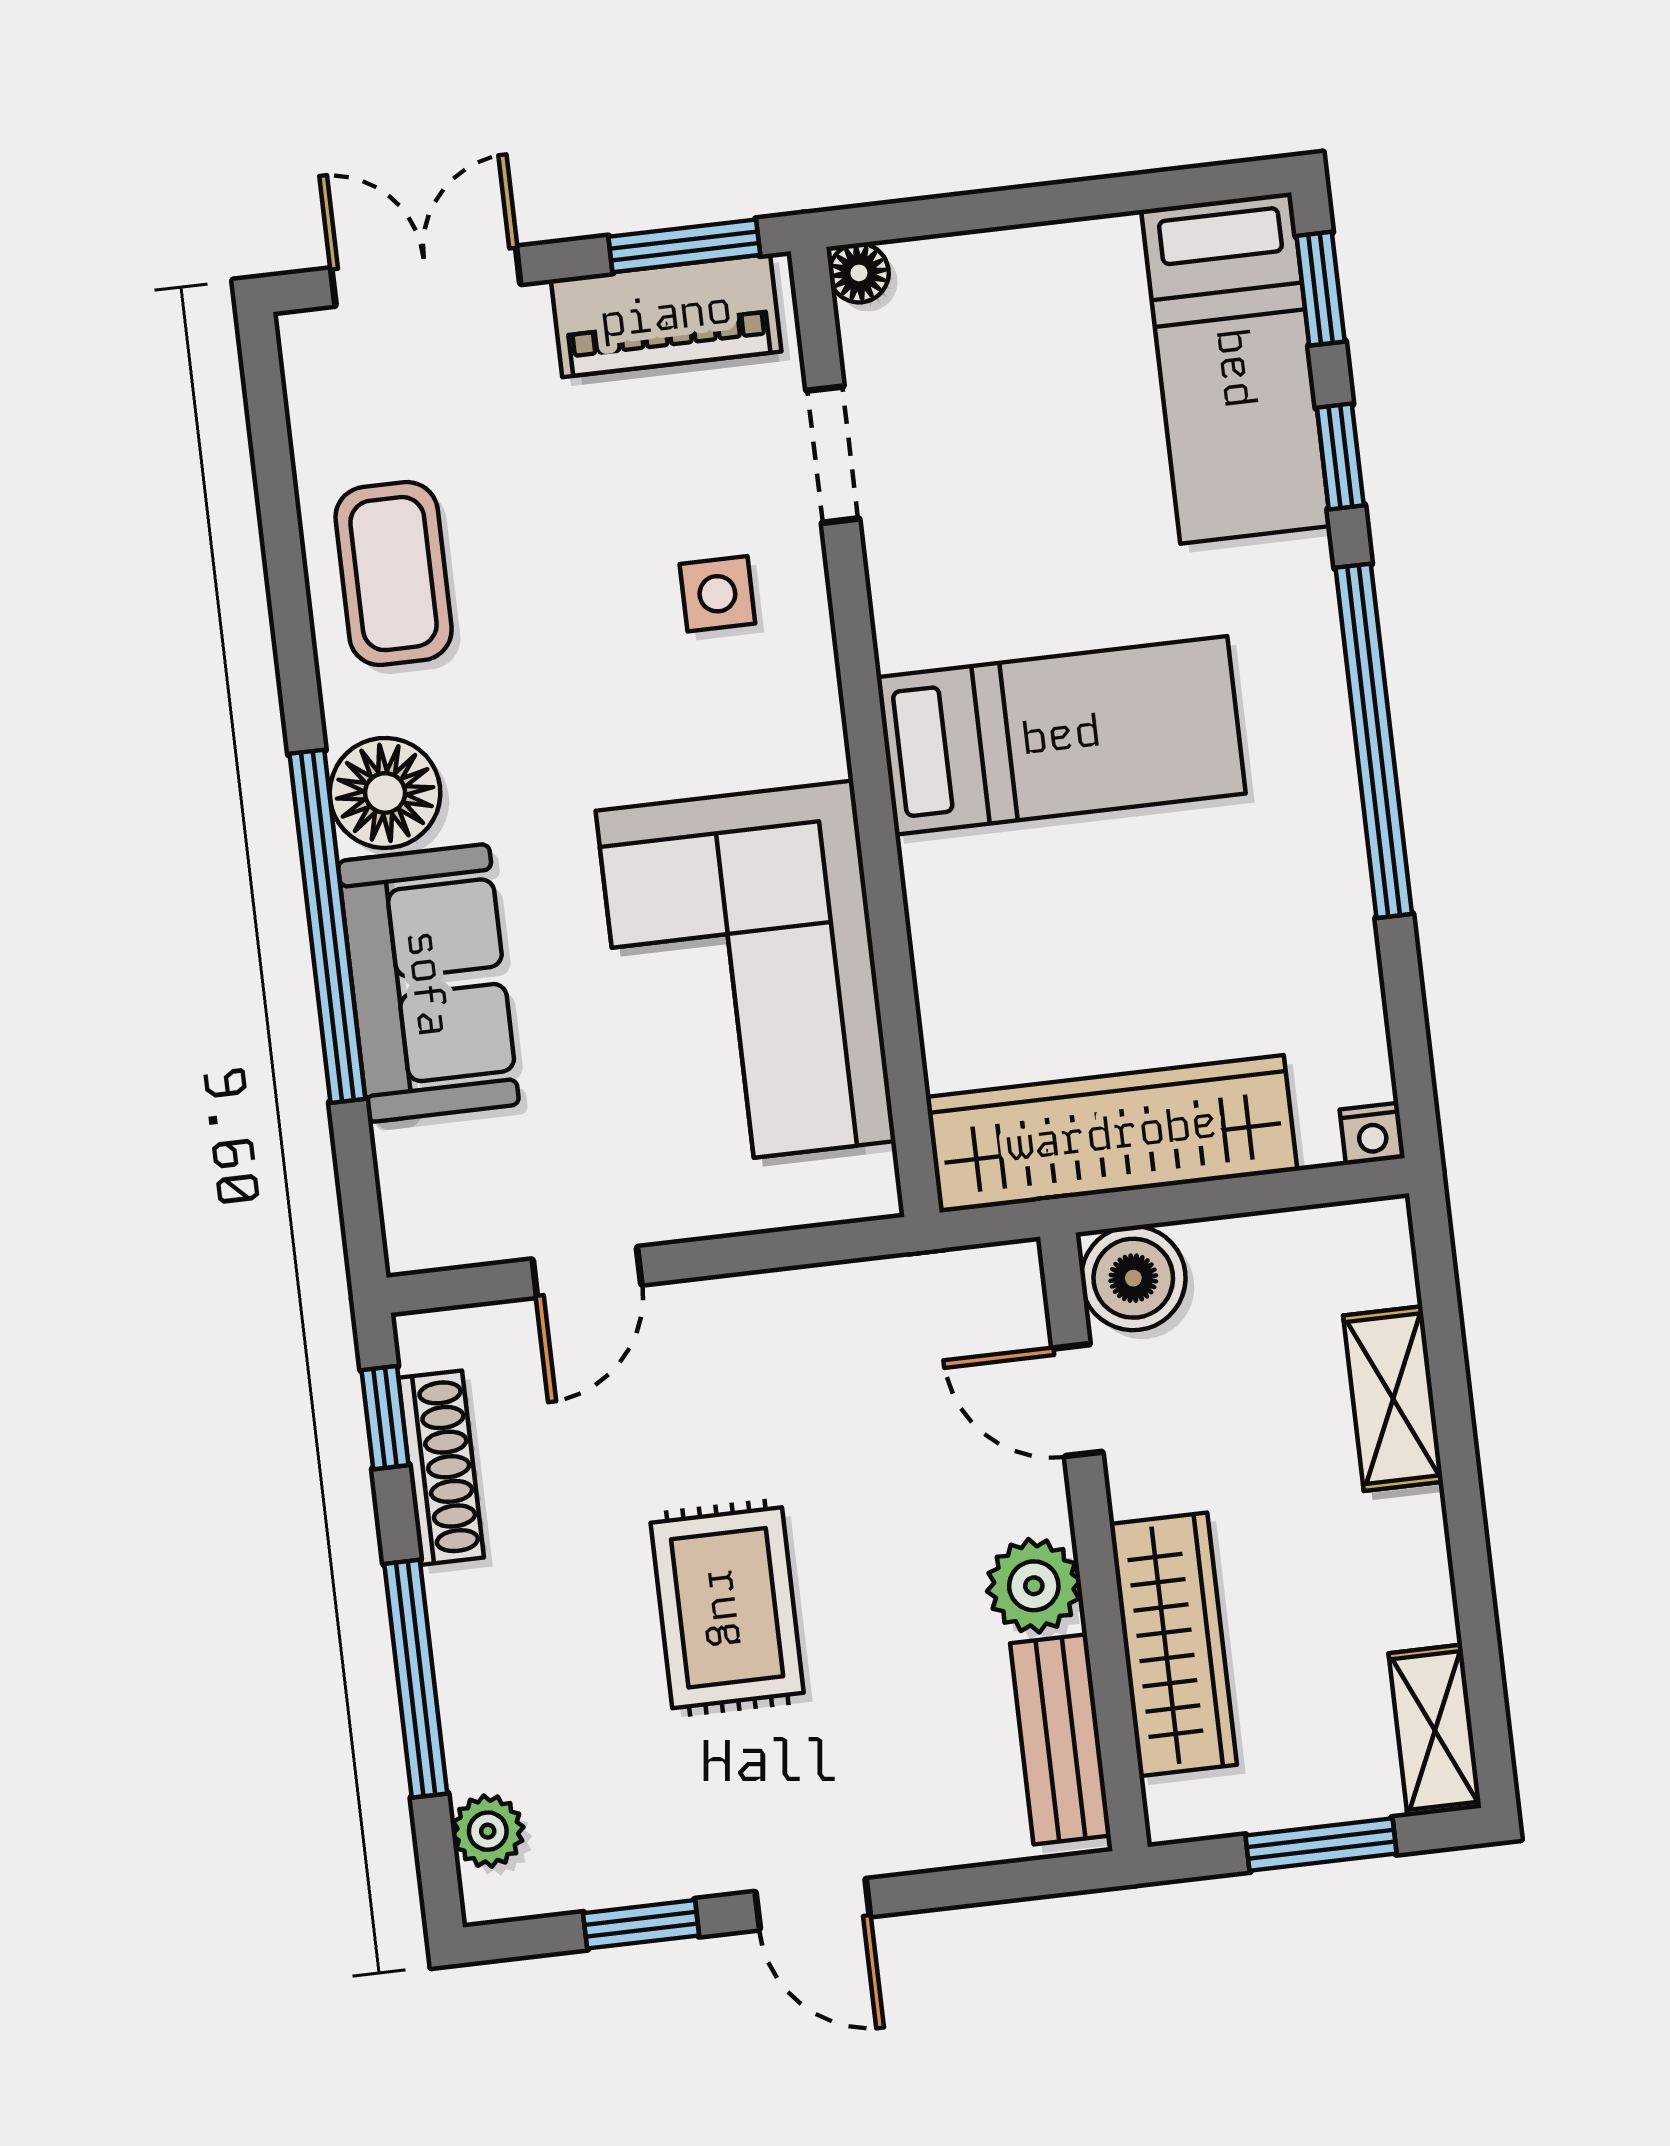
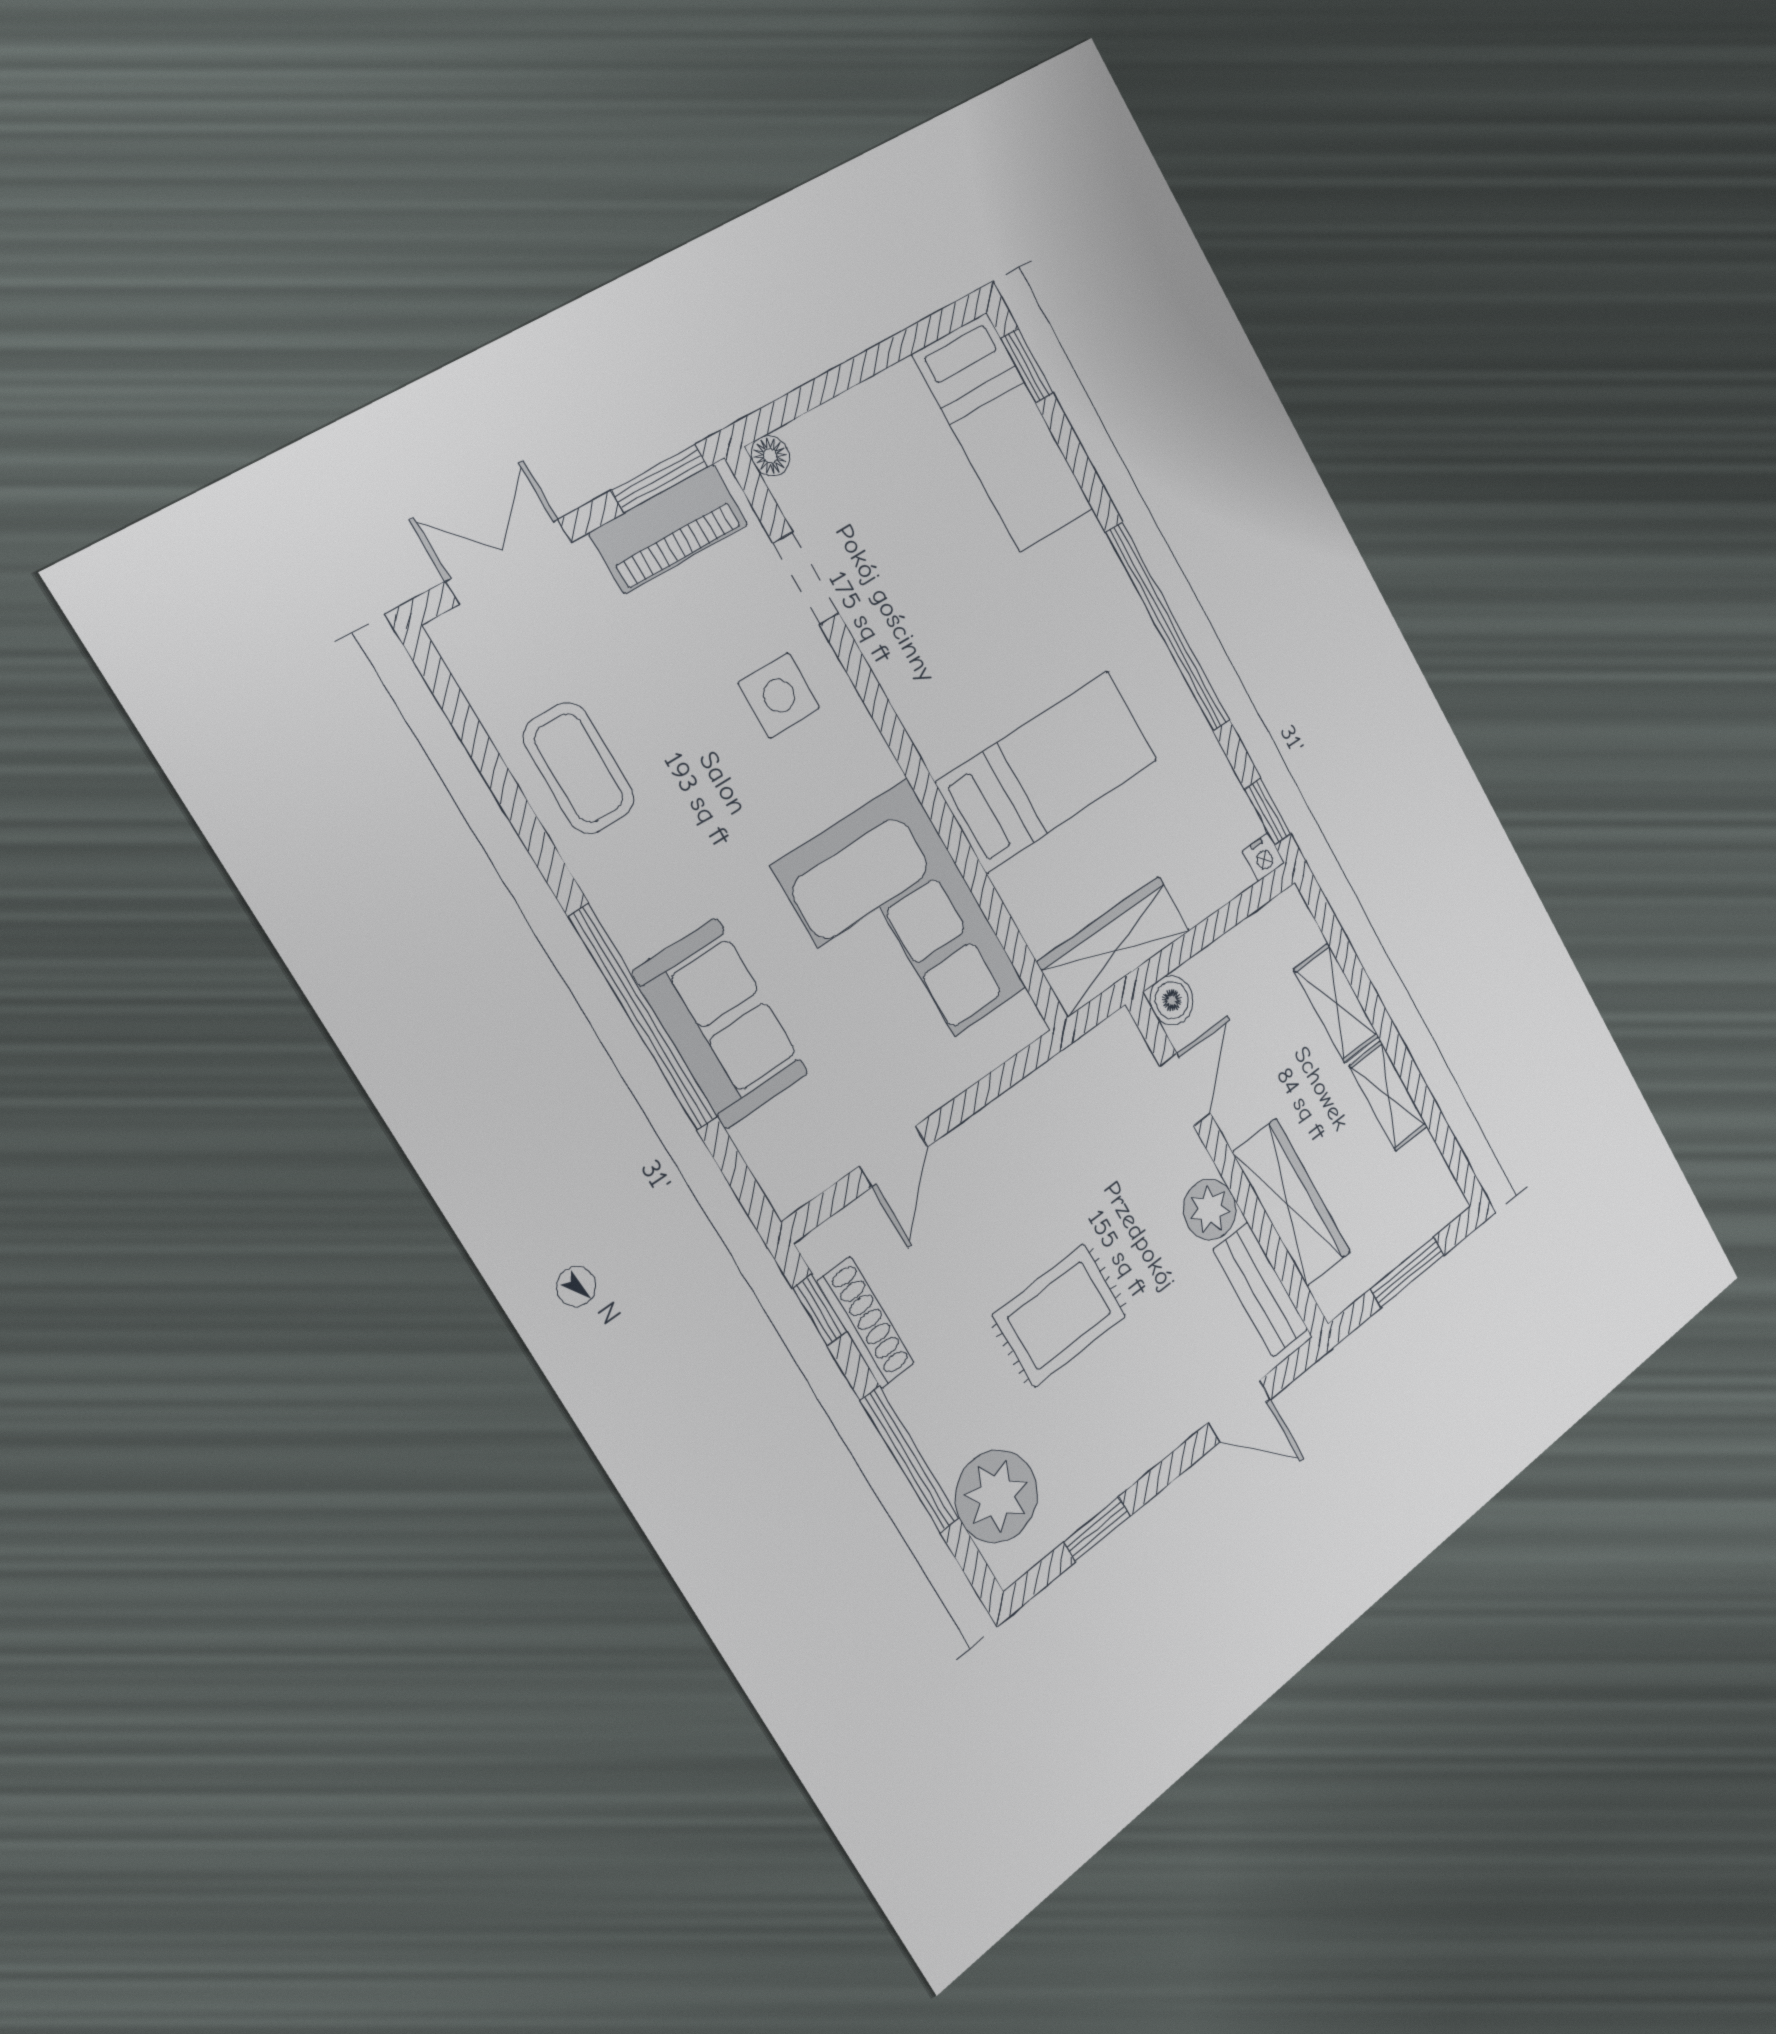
window: (1340, 457) -> (1268, 812), moved
side table: (717, 594) -> (779, 696), width x1.37, depth x1.37
bed: (1061, 735) -> (1048, 771), moved
floor lamp: (385, 793) -> (639, 914), removed
wardrobe: (1112, 1134) -> (1114, 946), width x0.71, depth x0.85
boiler: (1133, 1278) -> (1172, 1000), width x0.73, depth x0.73
door: (1077, 1400) -> (1185, 1090), swing flipped
rug: (727, 1608) -> (1059, 1315), turned 90
shelving: (1435, 1730) -> (1388, 1096), moved
plant: (488, 1831) -> (997, 1496), width x1.87, depth x1.87
door: (813, 1904) -> (1239, 1411), moved

